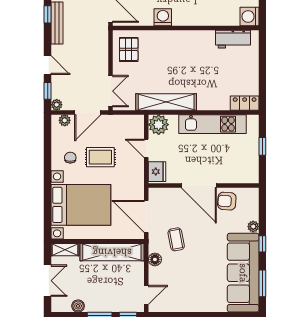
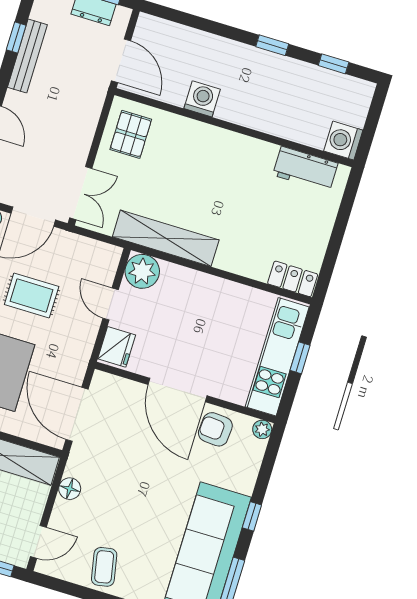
kitchen unit: (212, 124) -> (277, 357), moved, turned 90
plant: (253, 227) -> (262, 429), moved
coffee table: (176, 239) -> (104, 567), moved

